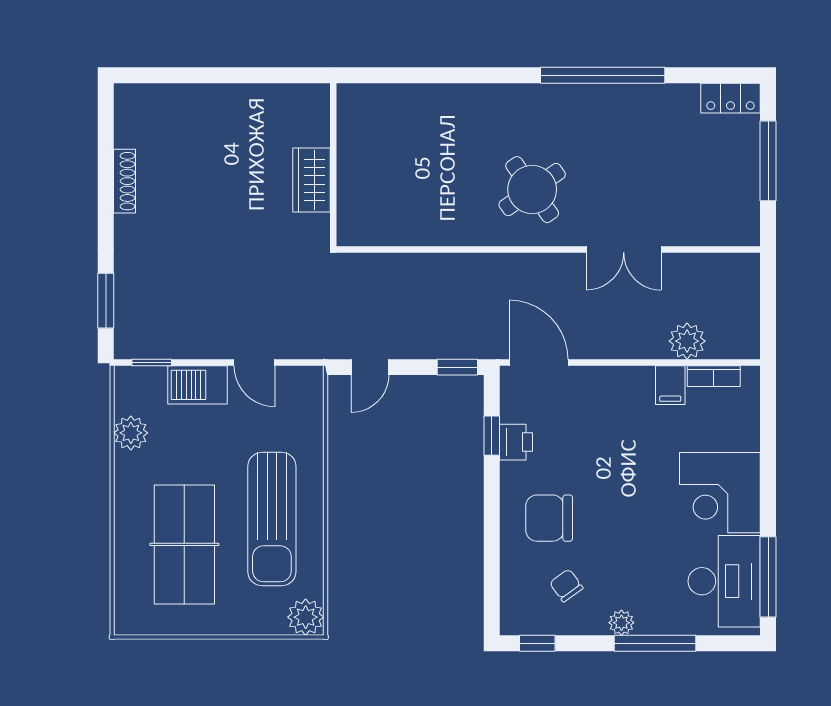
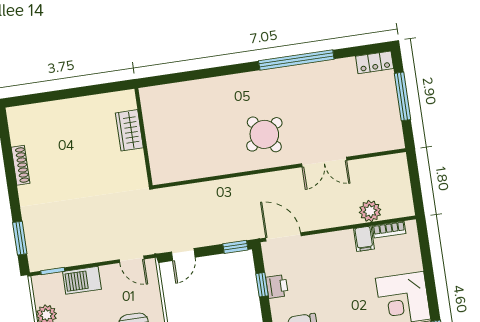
wardrobe: (312, 180) -> (129, 130), moved
door: (254, 362) -> (132, 259), moved

